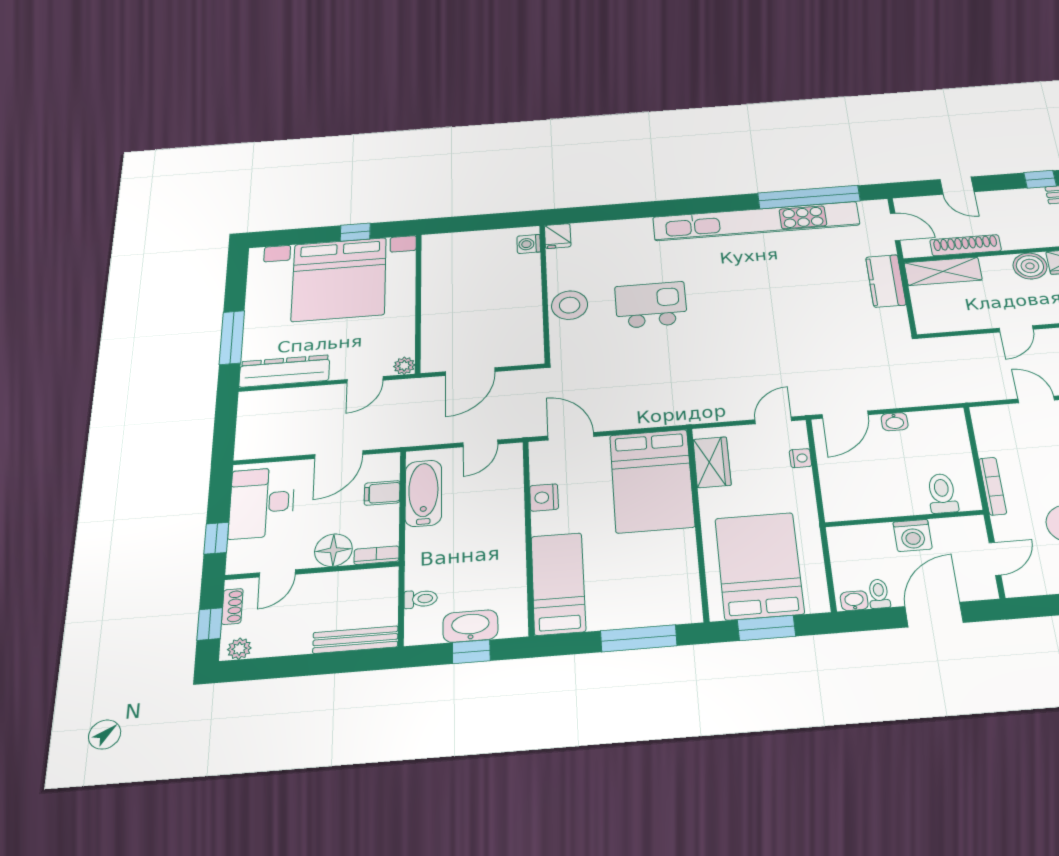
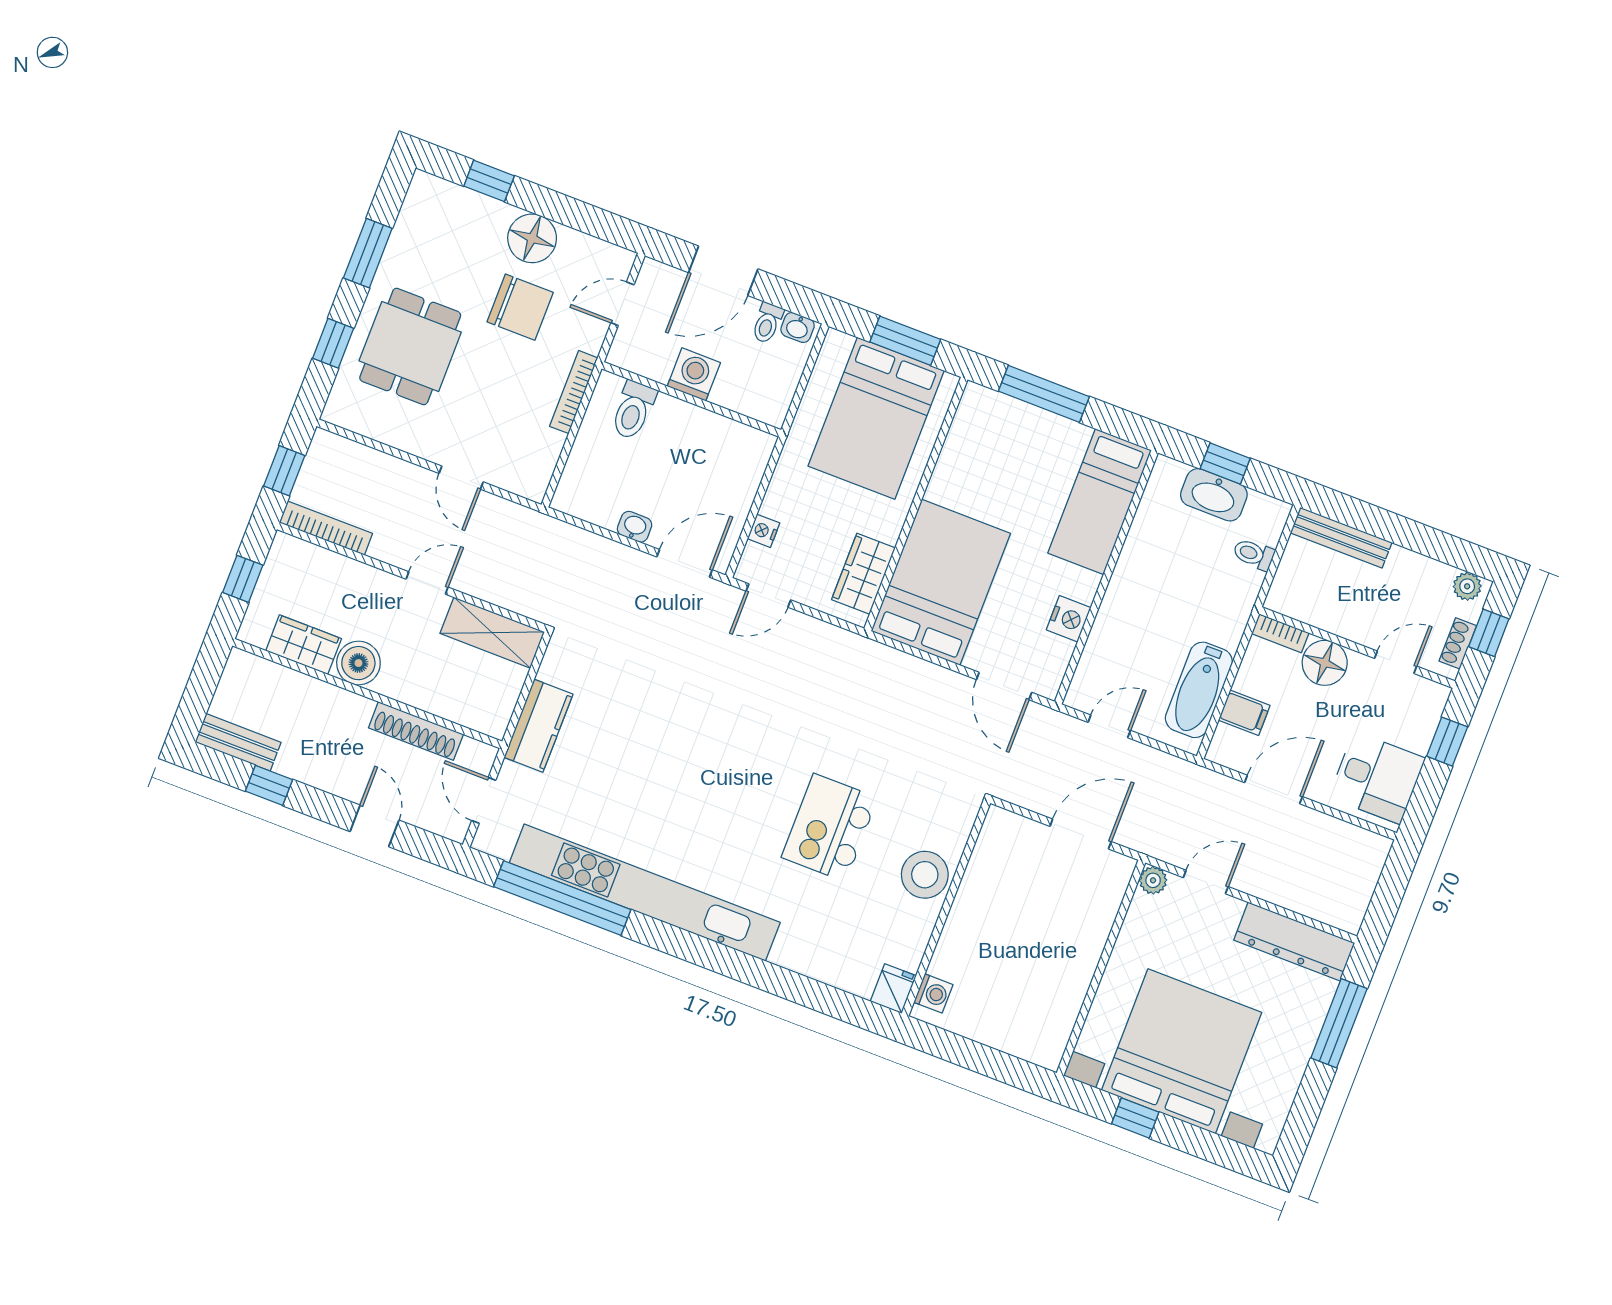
shelving: (943, 271) -> (492, 633), moved
kitchen island: (651, 305) -> (830, 828), turned 90
desk: (262, 503) -> (1377, 778), width x0.73

